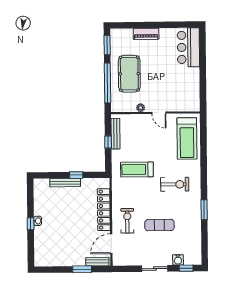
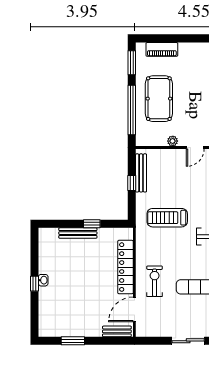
piano: (146, 34) -> (162, 49), moved
door: (159, 113) -> (195, 148), hinge flipped
window: (82, 269) -> (73, 341), moved

